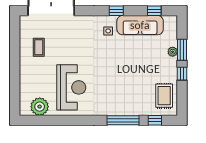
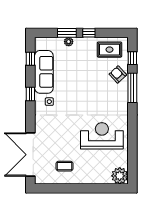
armchair: (137, 105) -> (118, 74), added
plant: (40, 107) -> (120, 176), moved

